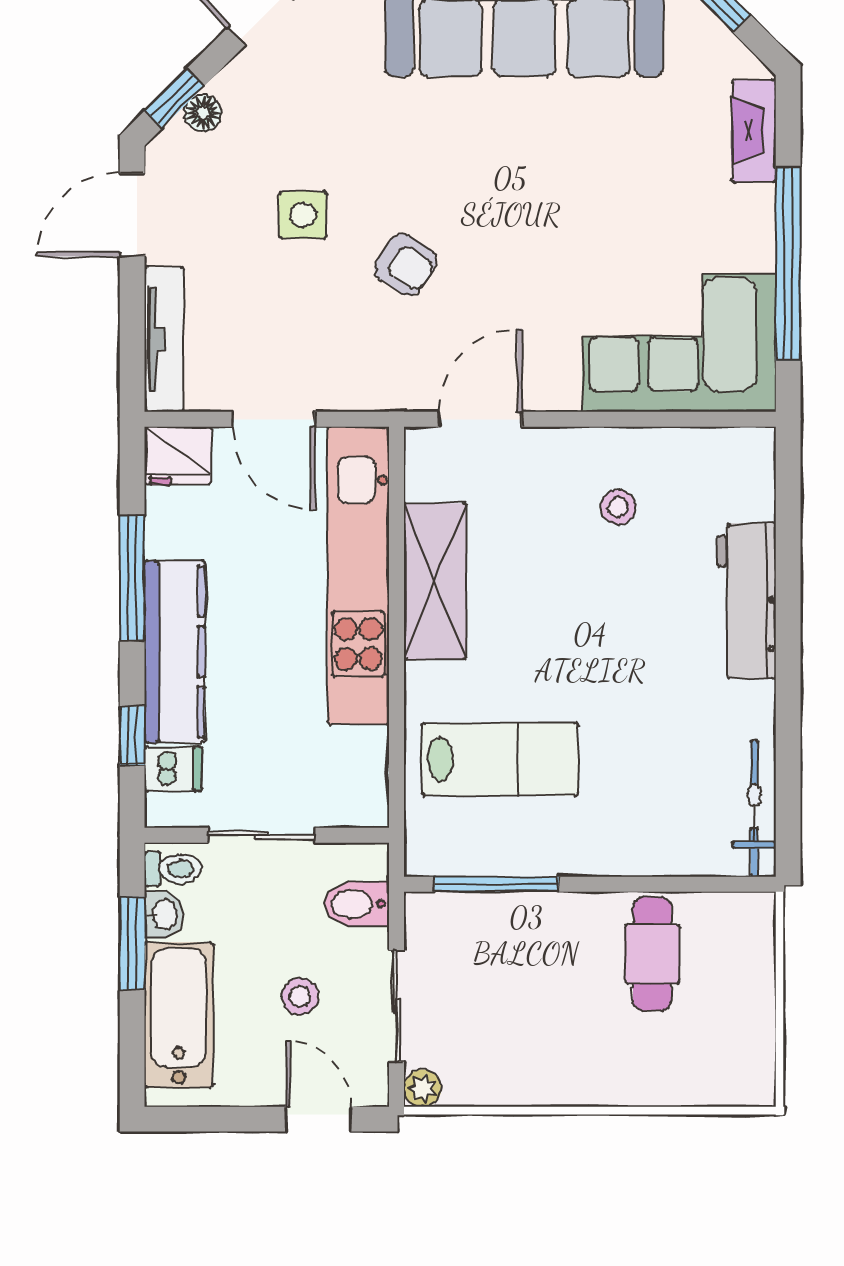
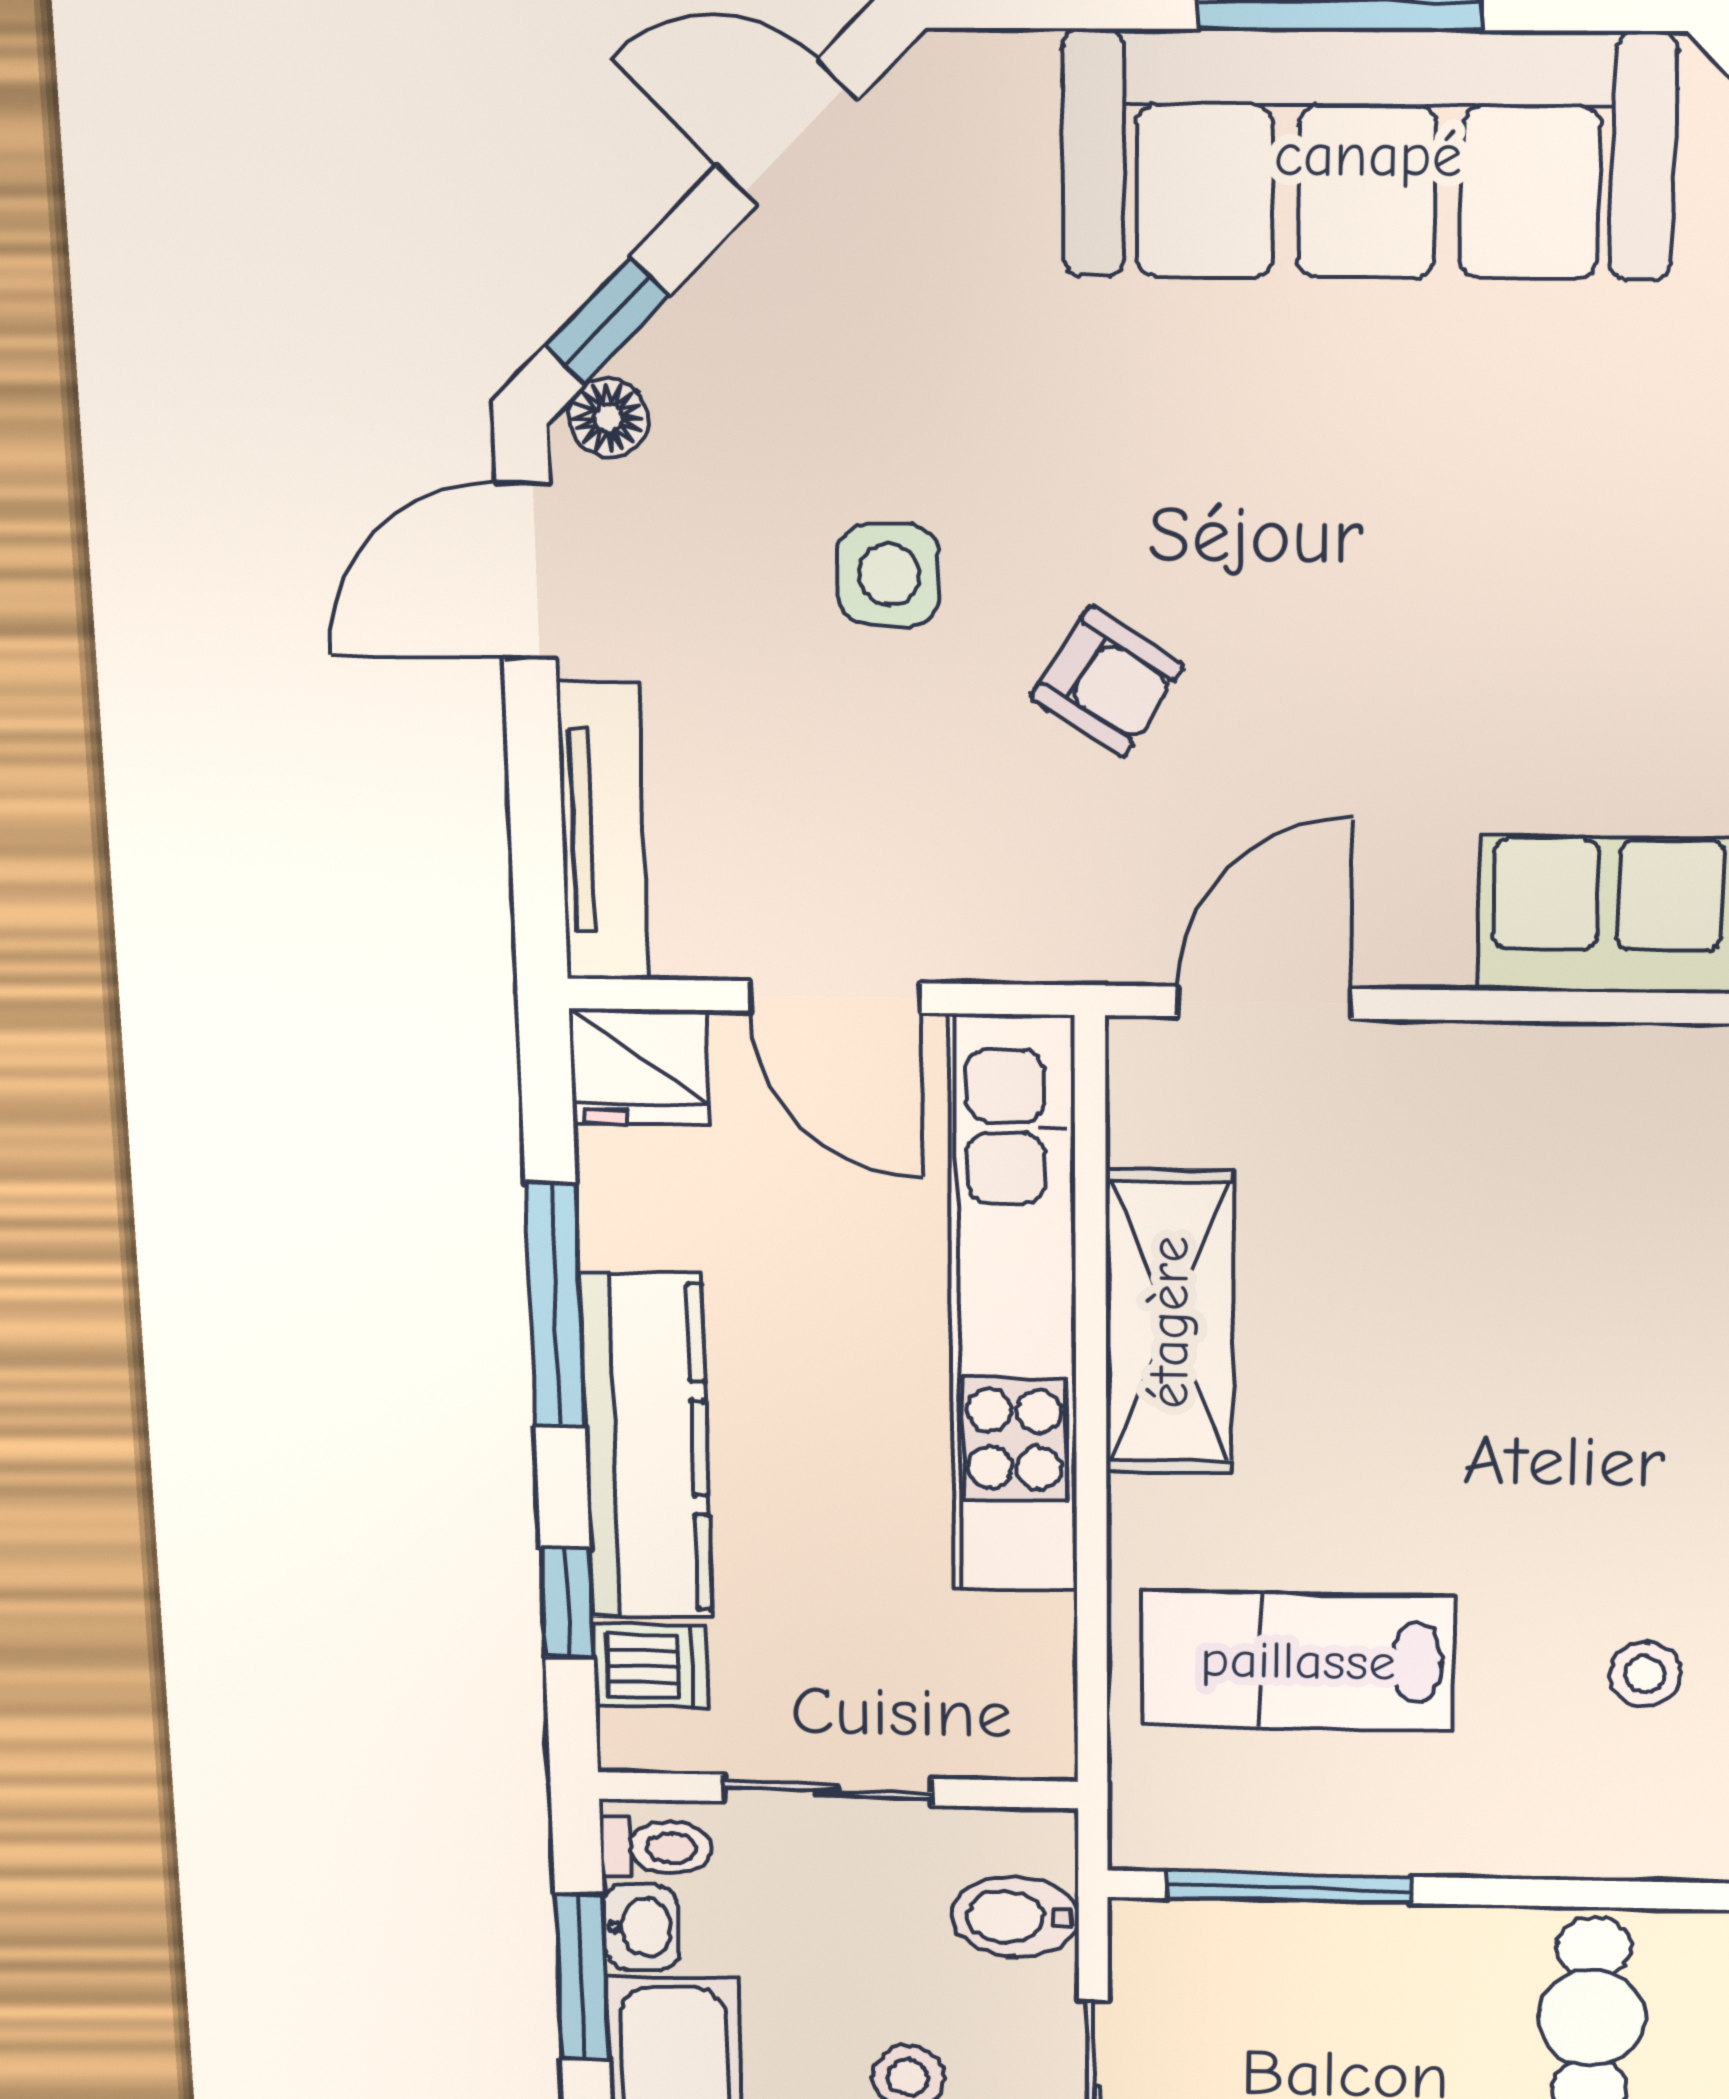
floor lamp: (203, 113) -> (608, 418), moved
stool: (618, 507) -> (1645, 1674), moved
lab bench: (500, 759) -> (1298, 1661), turned 180

